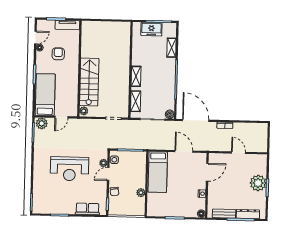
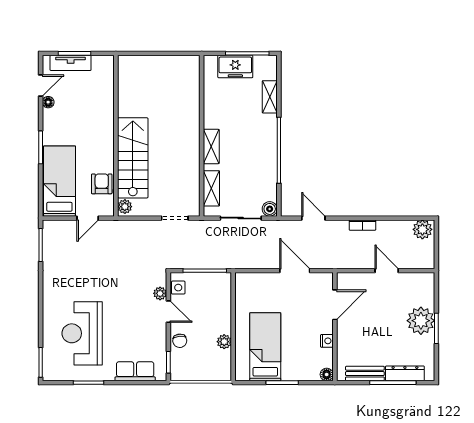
tv unit: (67, 25) -> (71, 63), moved
armchair: (58, 54) -> (102, 184), moved
door: (196, 120) -> (313, 218), width x0.53
plant: (42, 123) -> (422, 229), moved
reception desk: (69, 169) -> (82, 333), moved, turned 90
bed: (158, 172) -> (265, 347), moved, turned 180
door: (108, 174) -> (168, 312), swing flipped

